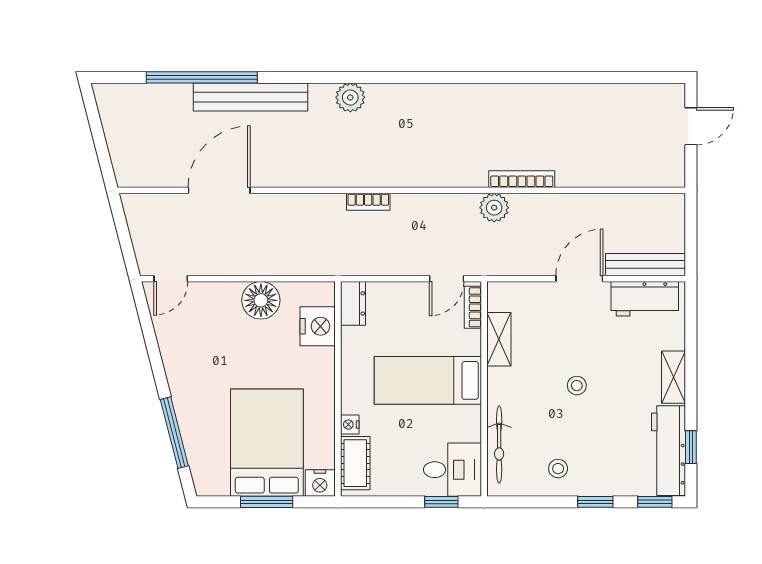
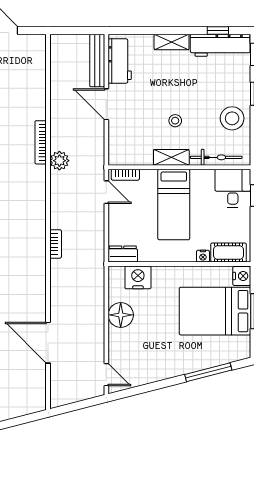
shelving: (499, 339) -> (171, 157), moved
stool: (577, 386) -> (175, 121), moved
stool: (558, 469) -> (232, 118), width x1.89, depth x1.89

